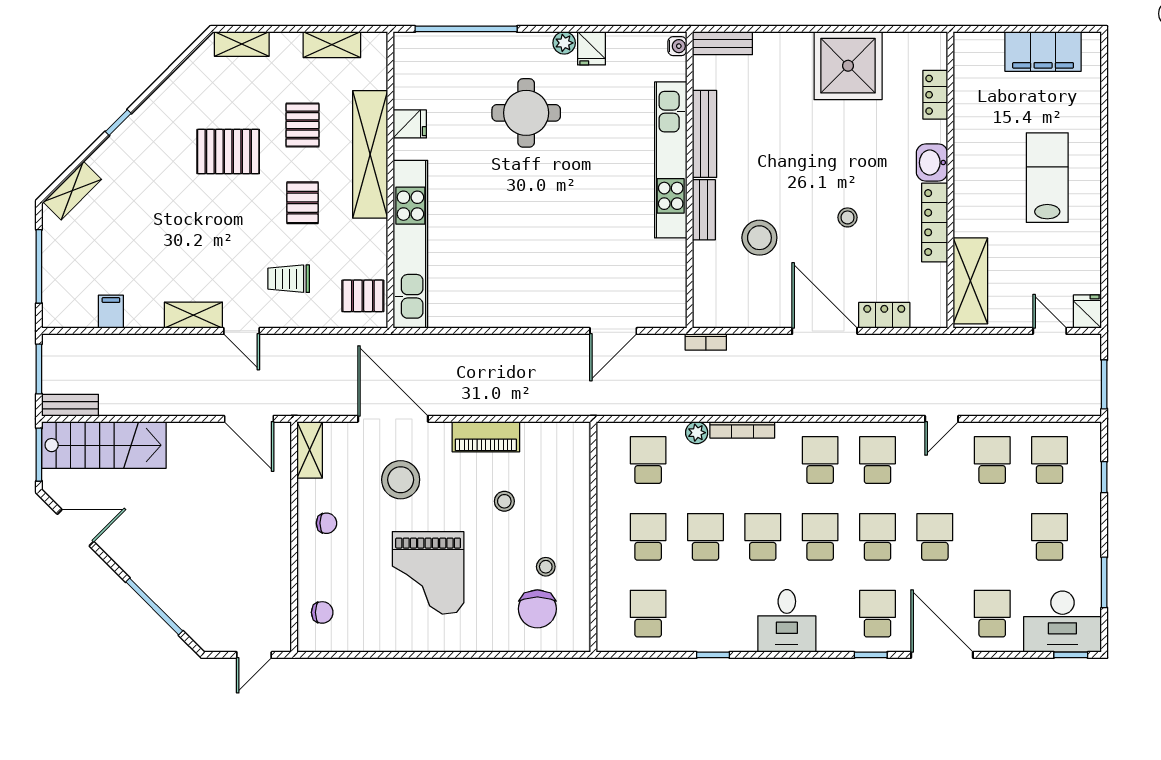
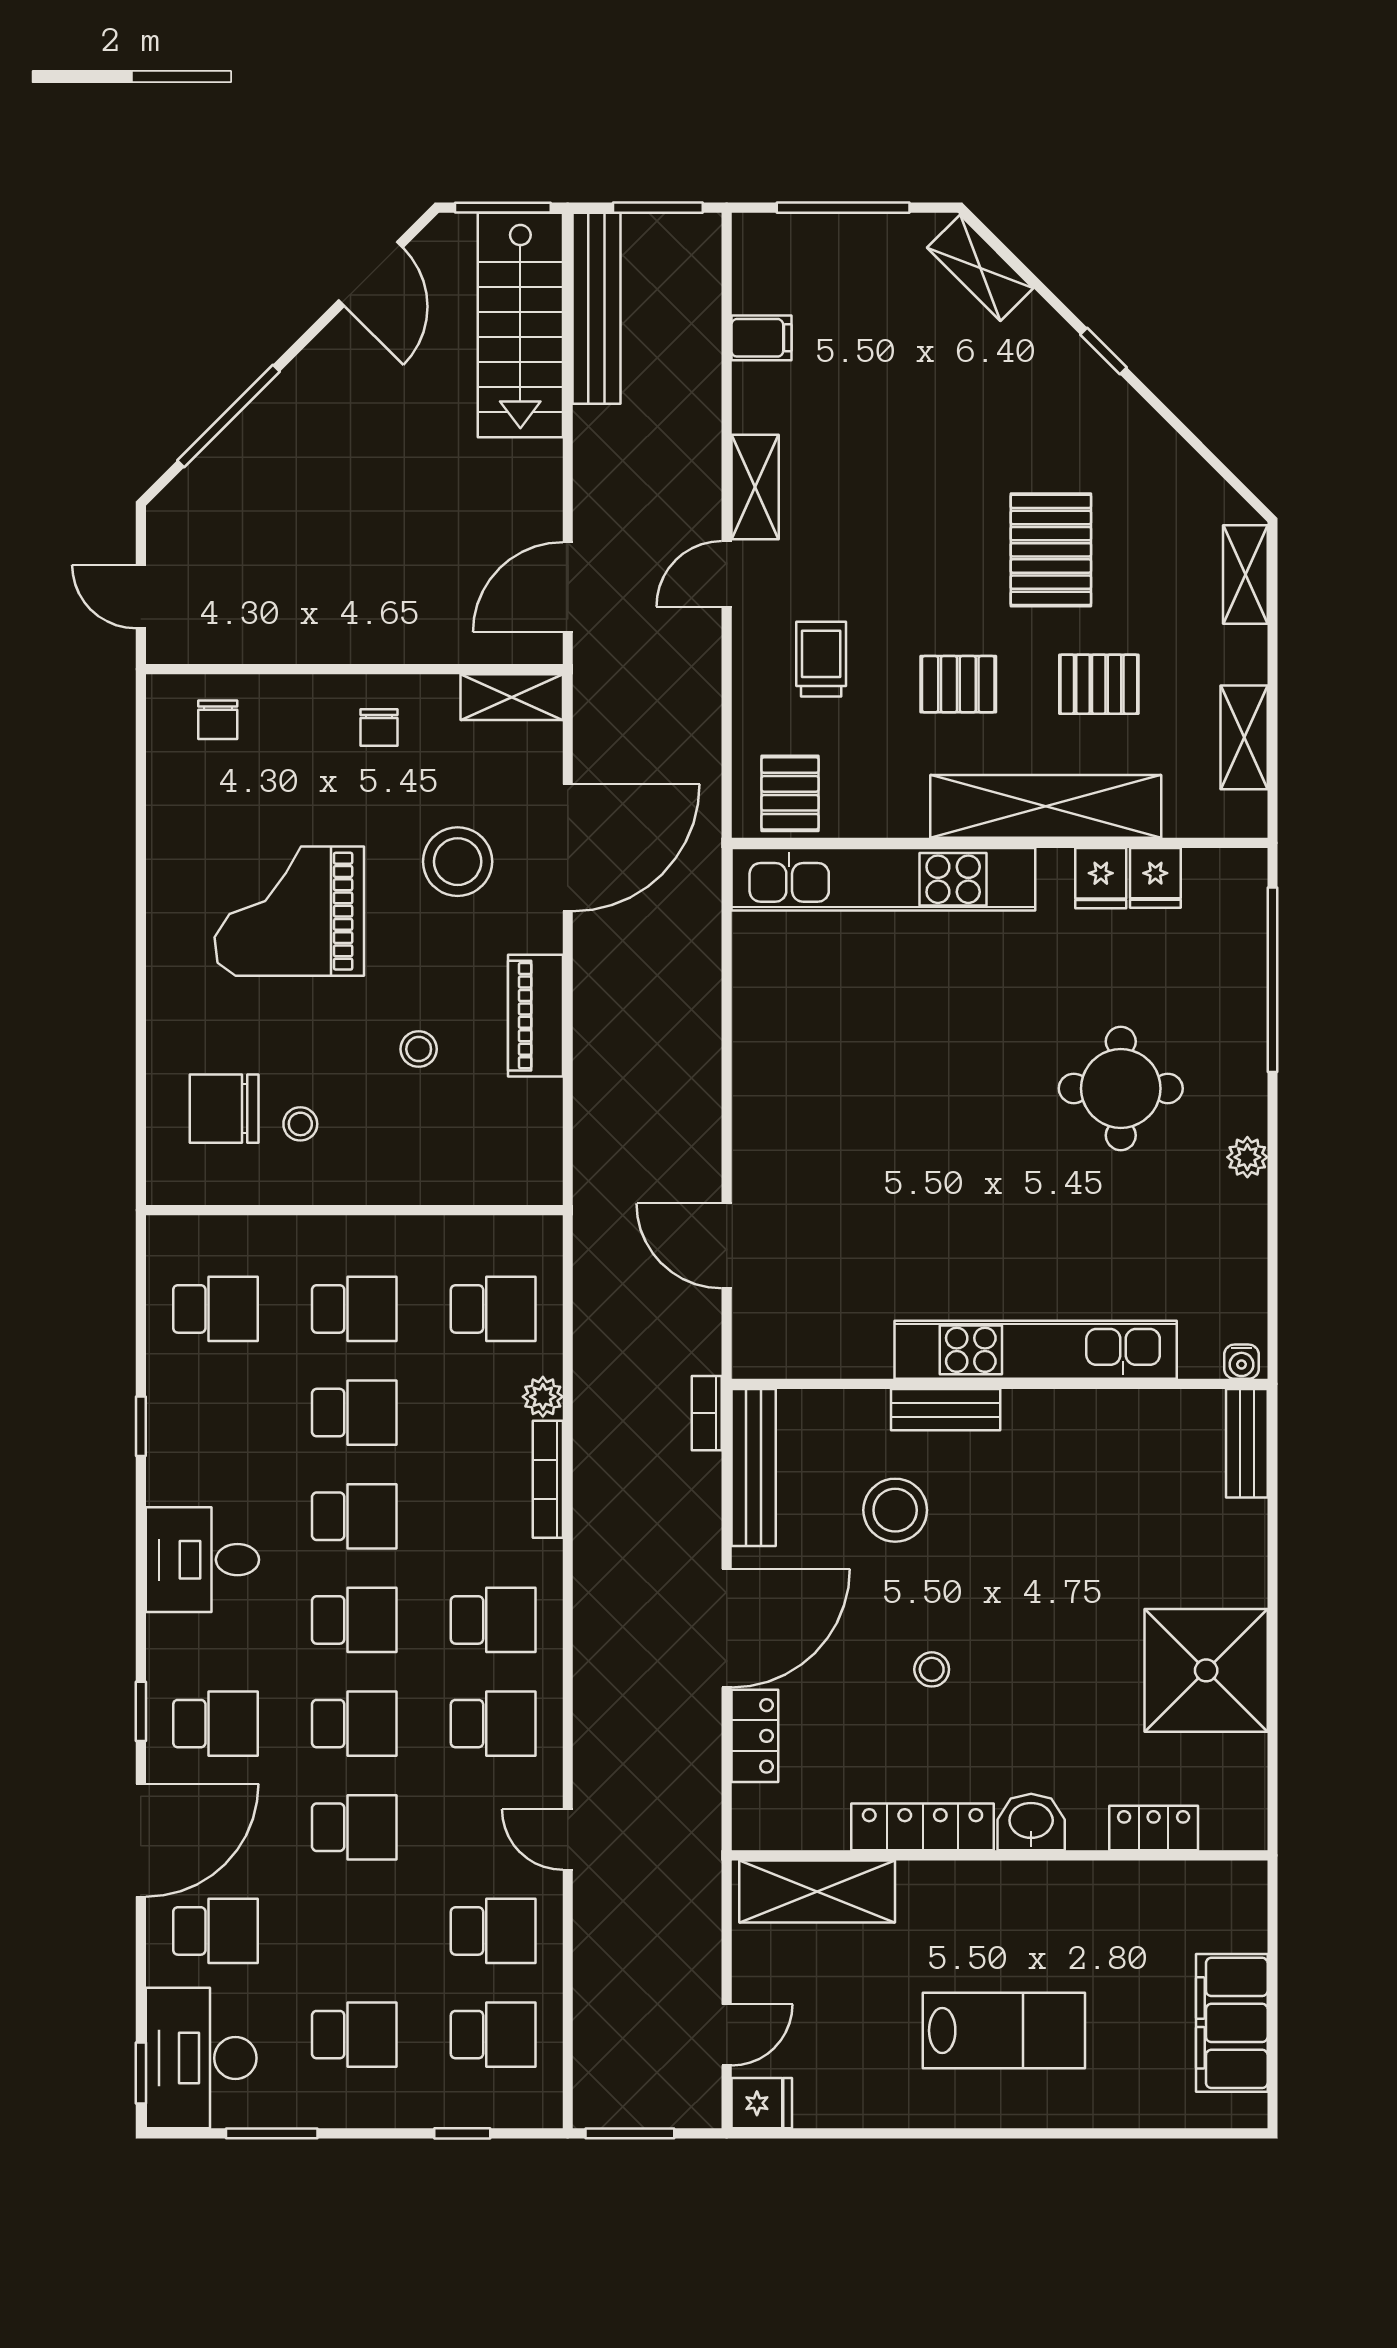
fridge: (592, 48) -> (1155, 878), moved, turned -90
bench: (704, 134) -> (754, 1468), moved, turned 90
bench: (70, 405) -> (597, 308), width x1.86, depth x1.21

